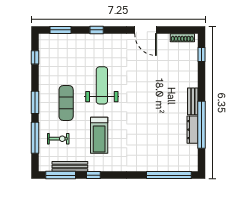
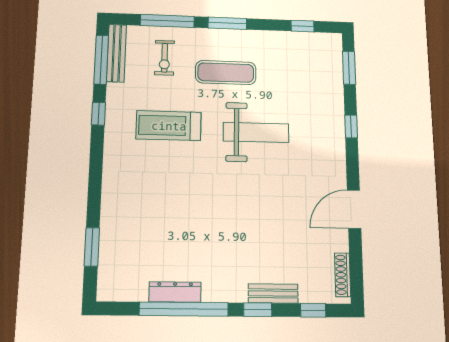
window: (202, 85) -> (258, 310), added
bench: (193, 101) -> (273, 293), moved
bench: (70, 166) -> (116, 53), moved
window: (169, 175) -> (92, 247), width x0.47

